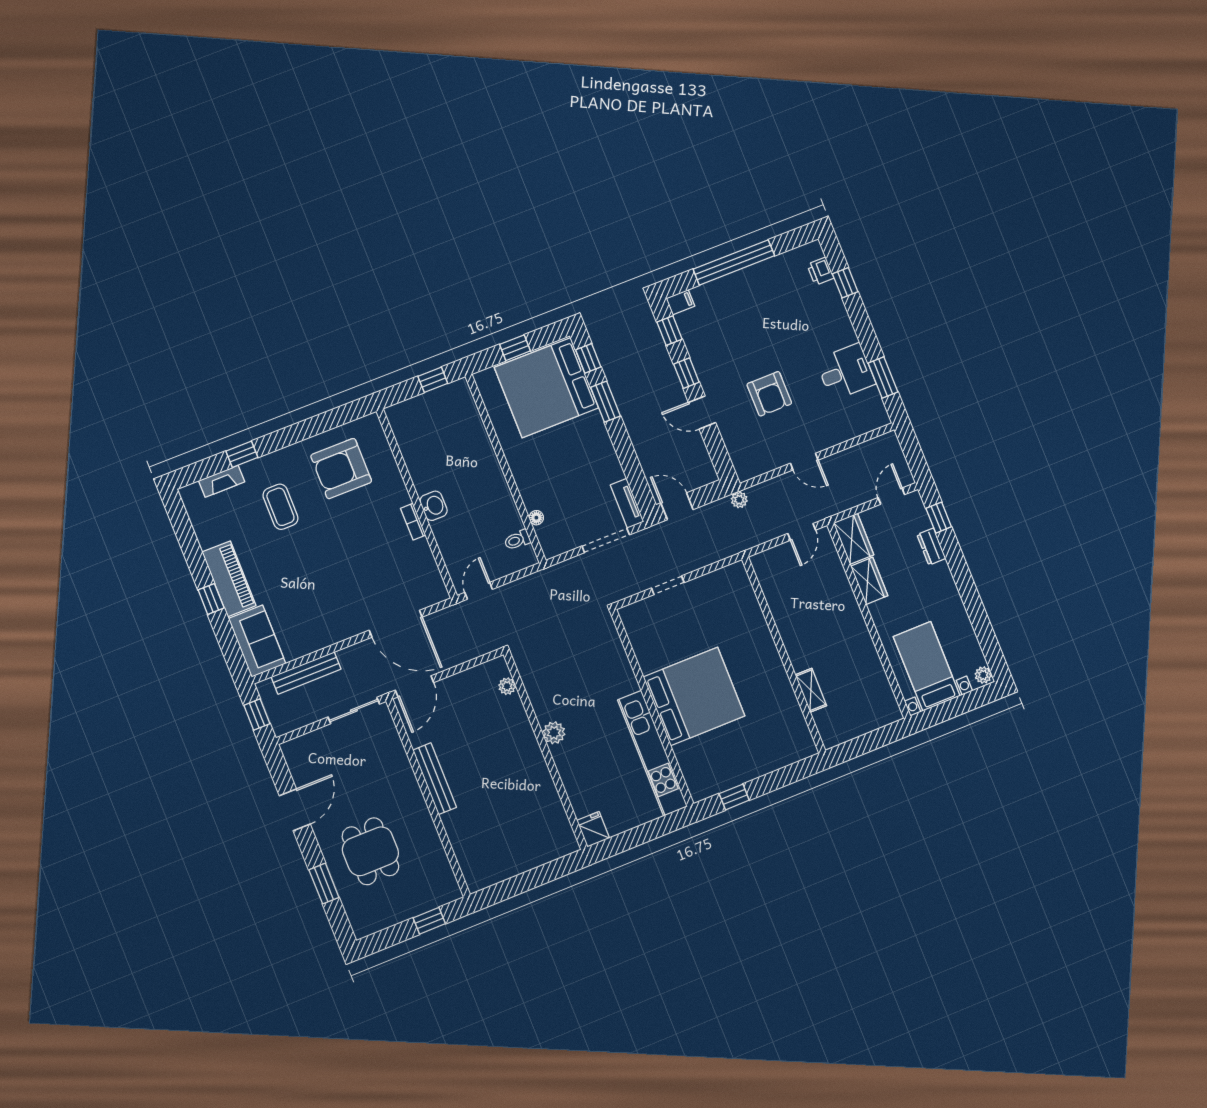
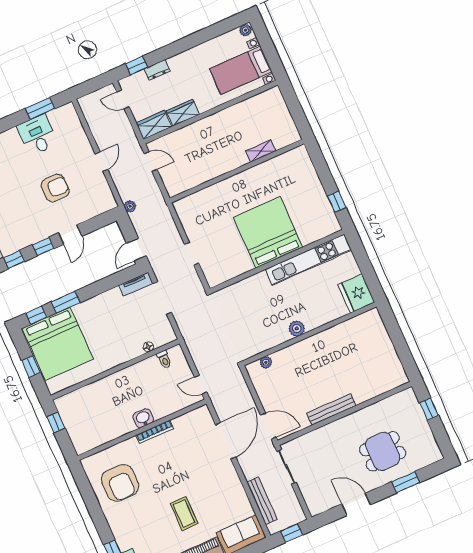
coffee table: (280, 507) -> (184, 513), moved, turned 90
bookcase: (413, 522) -> (155, 432), width x1.56
fridge: (593, 829) -> (356, 293), width x1.88, depth x1.34

